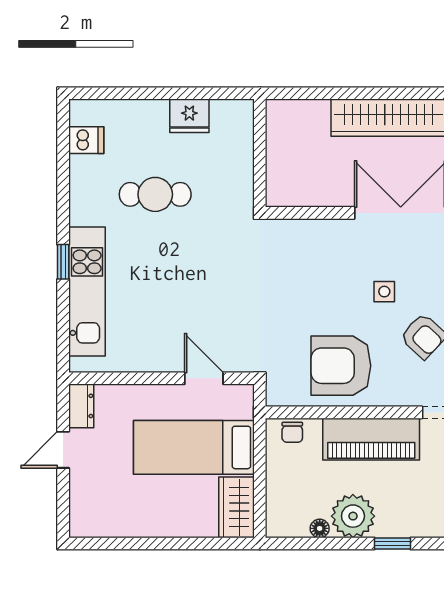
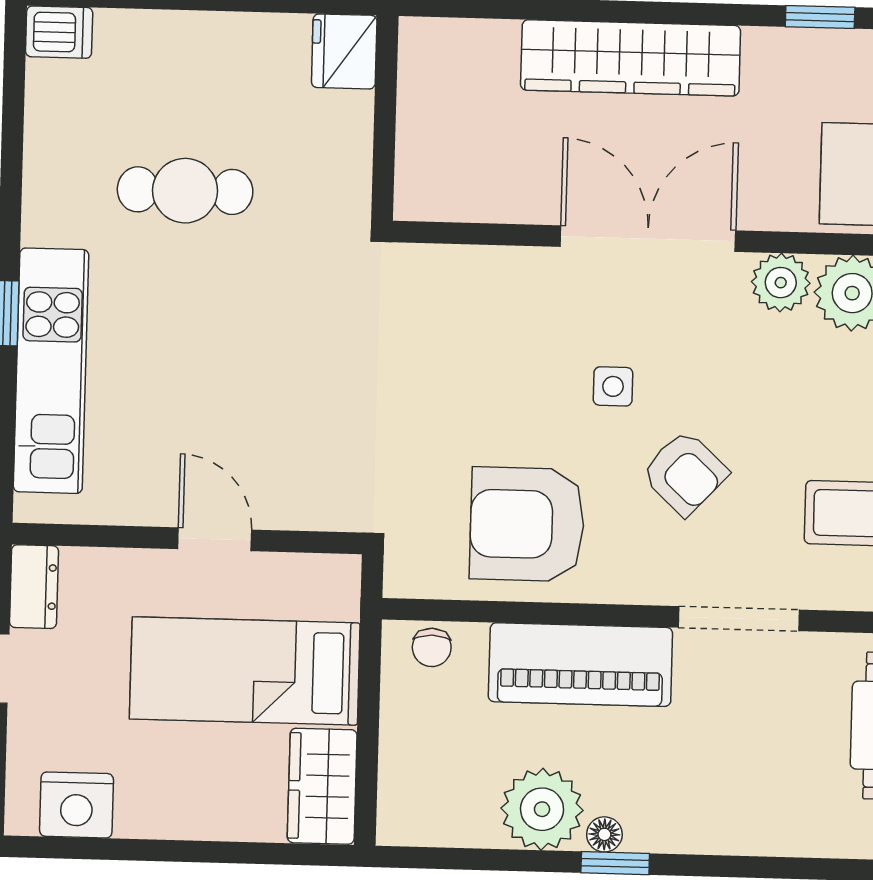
fridge: (189, 116) -> (344, 51), moved, turned 90
dishwasher: (86, 140) -> (59, 32), moved
door: (204, 378) -> (215, 539), moved
nightstand: (107, 521) -> (76, 805), added
floor lamp: (320, 528) -> (604, 834), moved

